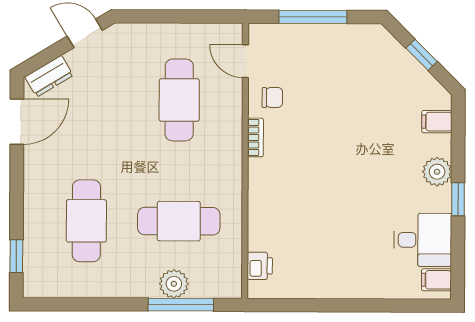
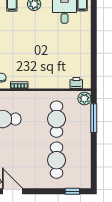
cafe table: (86, 221) -> (57, 160), turned 90
plant: (174, 284) -> (84, 98), moved

